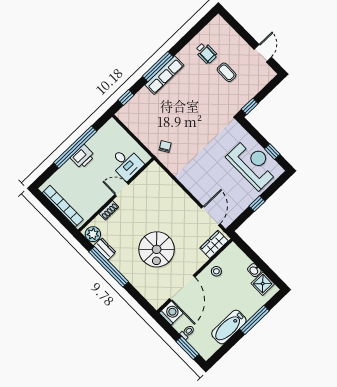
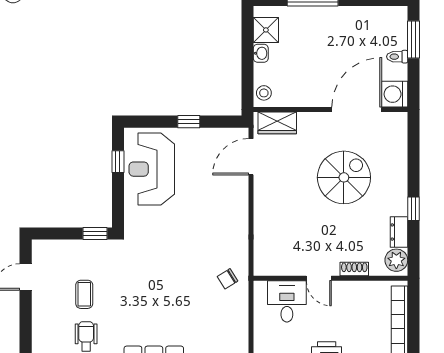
window: (109, 267) -> (414, 209), width x0.32
stool: (216, 271) -> (264, 93), moved
bathtub: (229, 327) -> (347, 19), removed

